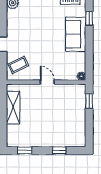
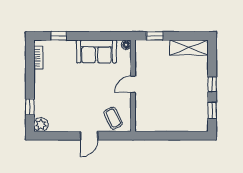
sofa: (76, 34) -> (96, 51), moved
shelving: (13, 108) -> (189, 48), moved
window: (59, 150) -> (212, 84), moved

